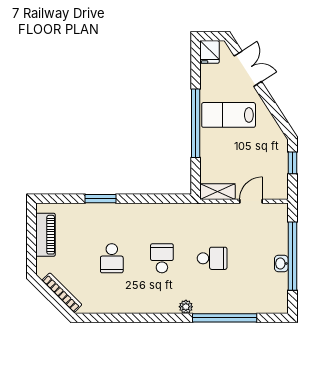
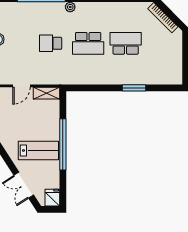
piano: (45, 235) -> (175, 61), removed
school desk: (112, 258) -> (126, 43), width x1.85
school desk: (162, 258) -> (88, 43), width x1.85

